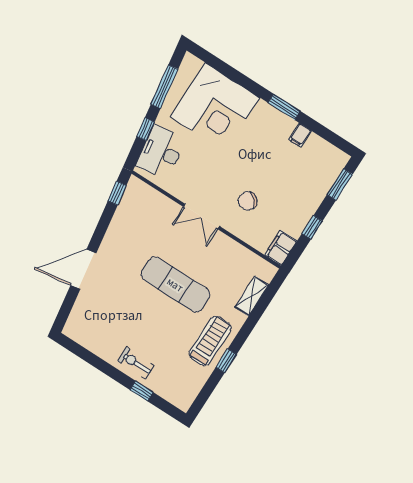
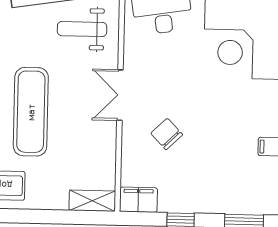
weight bench: (140, 215) -> (82, 29), added
shelving: (252, 296) -> (92, 201), moved

